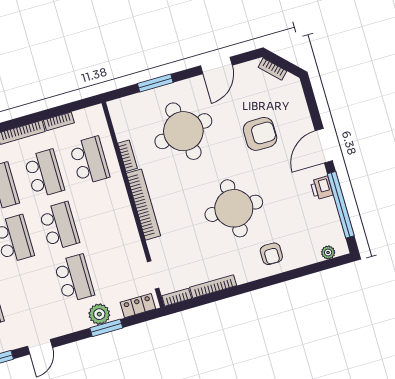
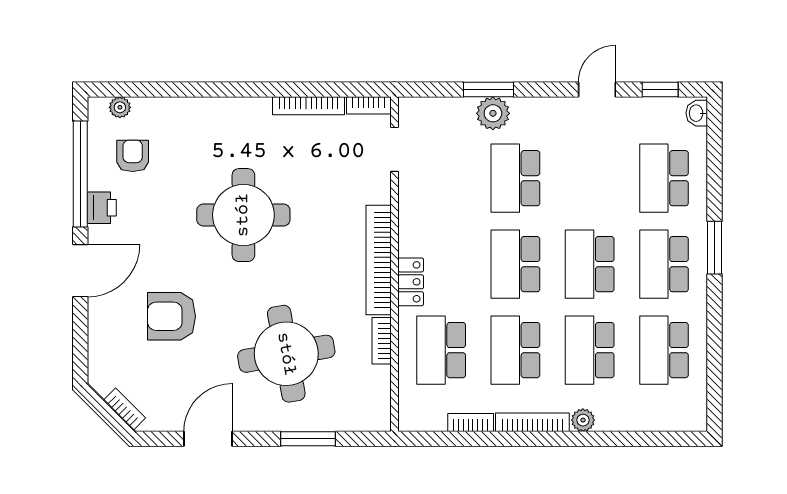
armchair: (271, 254) -> (133, 156), moved
locker: (138, 306) -> (411, 282), moved, turned -90

